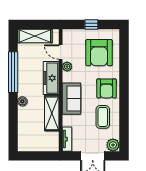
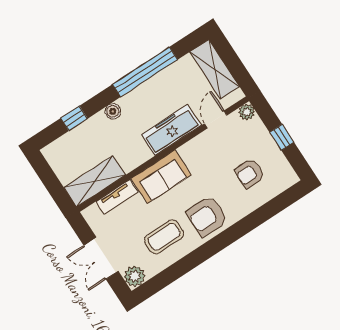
armchair: (99, 53) -> (250, 173), width x0.53, depth x0.53
plant: (67, 67) -> (247, 112), moved
shelving: (52, 113) -> (95, 181), moved
window: (13, 123) -> (74, 118), added
tv unit: (67, 139) -> (117, 197), moved

